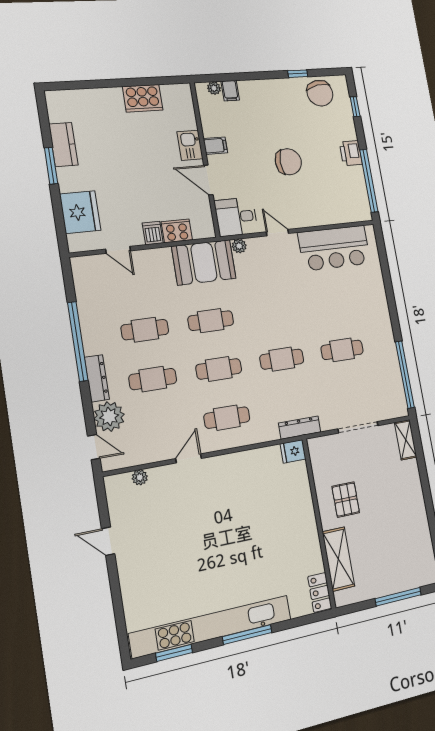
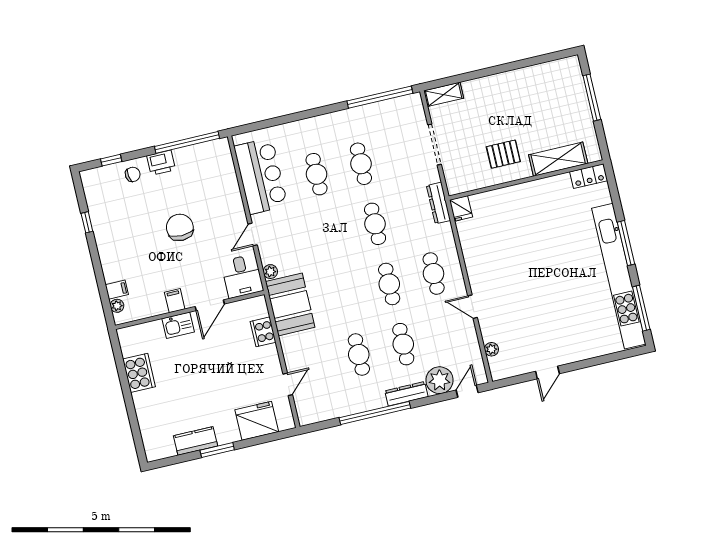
chair: (320, 93) -> (133, 174), moved, width x0.54, depth x0.54
dishwasher: (153, 233) -> (268, 354), removed
cafe table: (211, 321) -> (317, 174), moved
window: (174, 653) -> (641, 308), width x1.44

